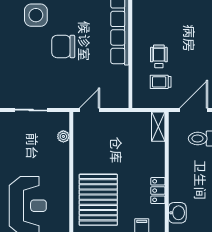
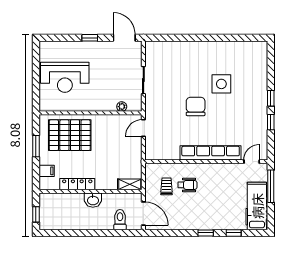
door: (90, 110) -> (143, 128), swing flipped
locker: (158, 191) -> (77, 184), width x1.53
washbasin: (177, 213) -> (93, 200), moved

